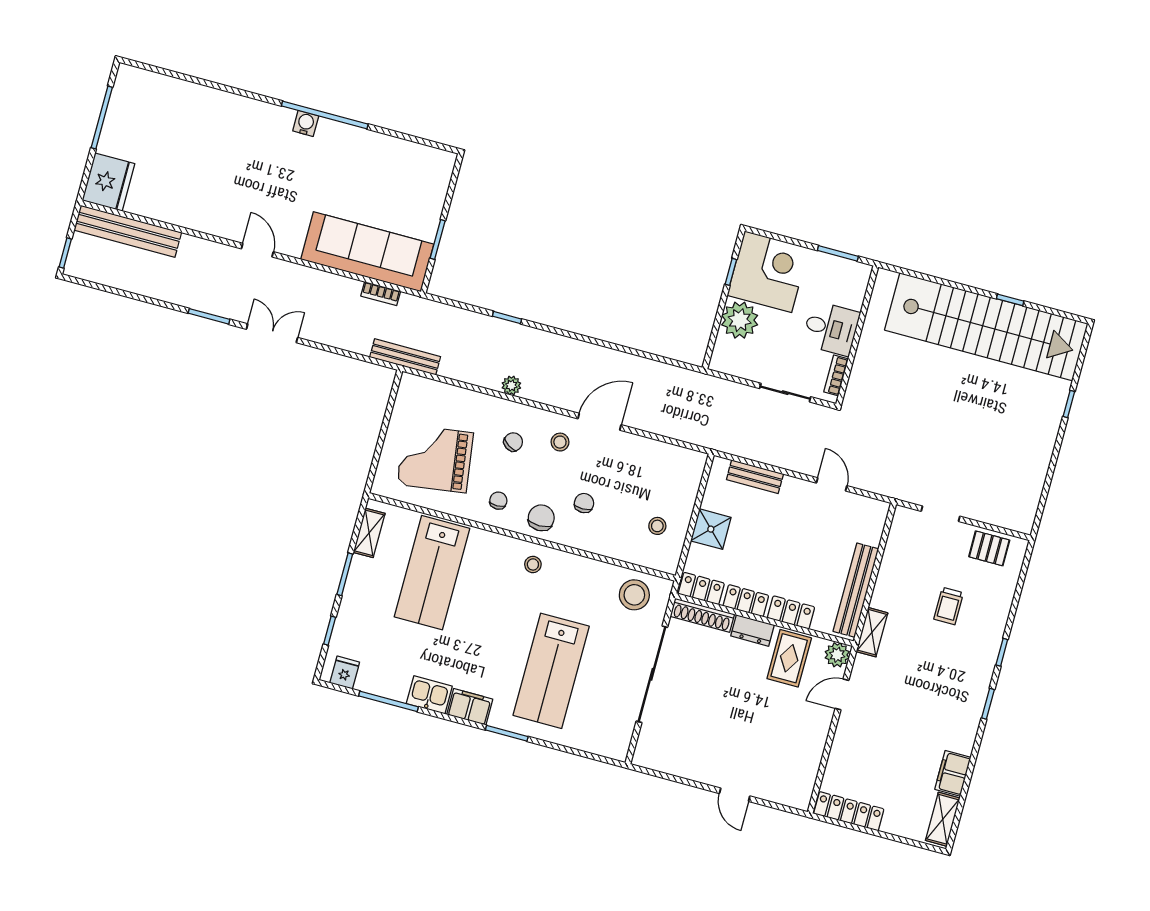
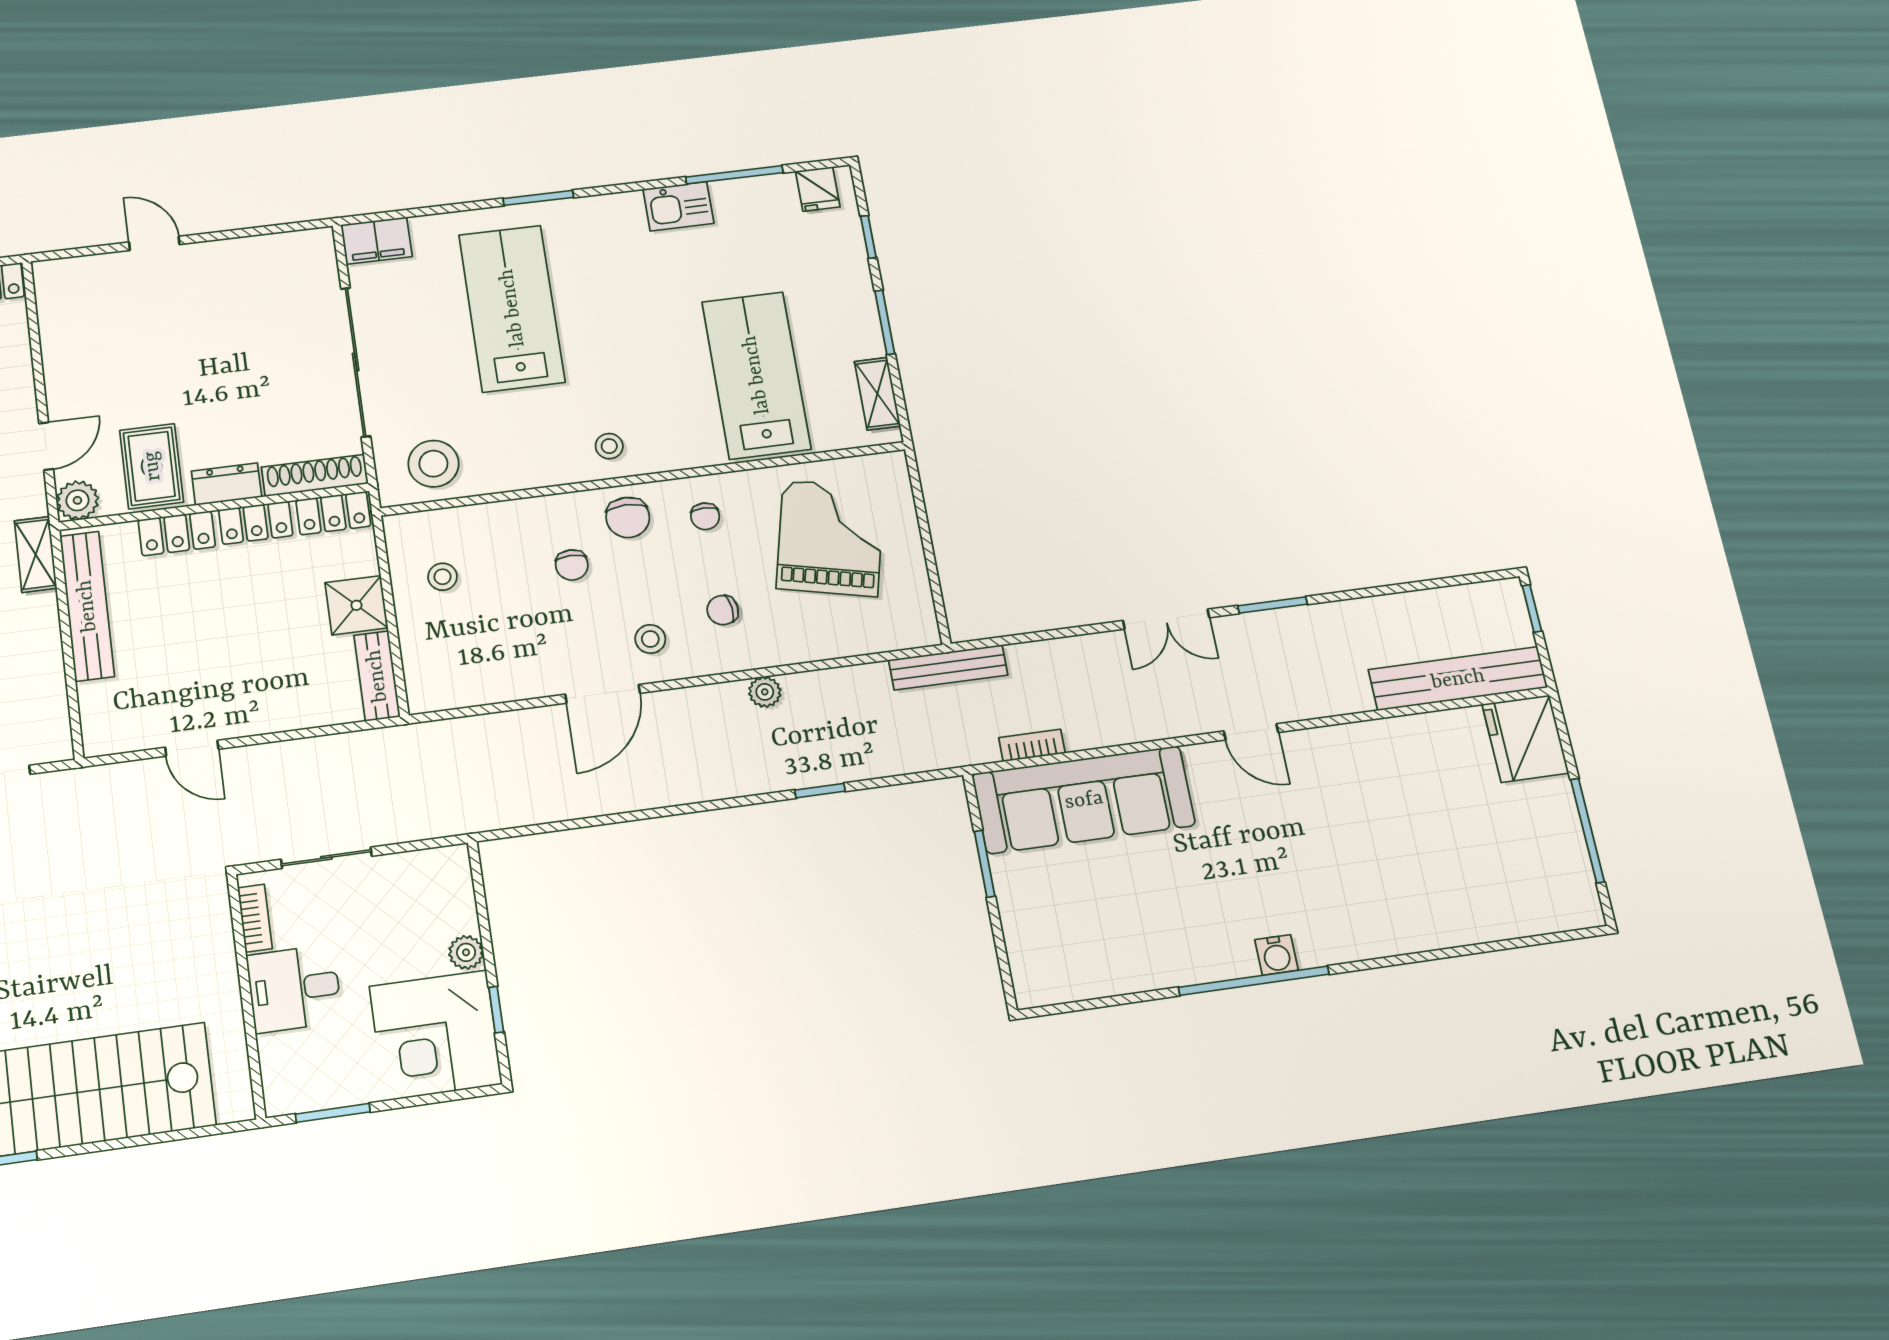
plant: (740, 320) -> (466, 952), width x0.53, depth x0.53
chair: (513, 442) -> (723, 610), turned 50
grand piano: (435, 459) -> (830, 538), turned -69
bench: (755, 477) -> (377, 676), moved, turned 90
filing cabinet: (470, 707) -> (376, 241), moved

